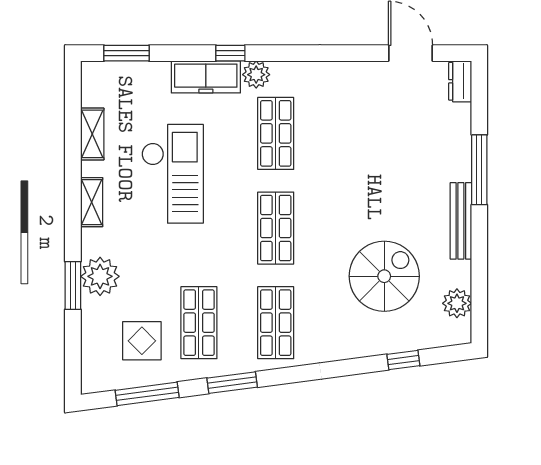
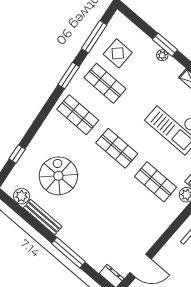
bench: (461, 221) -> (43, 217), moved
plant: (100, 276) -> (162, 55), width x0.53, depth x0.53
spiral stairs: (384, 276) -> (58, 176), turned 180

